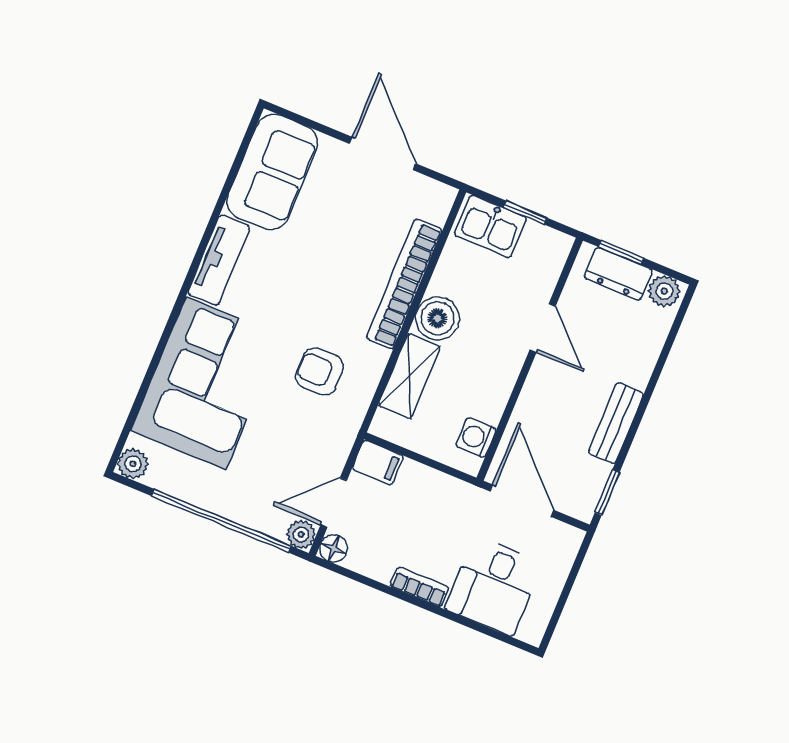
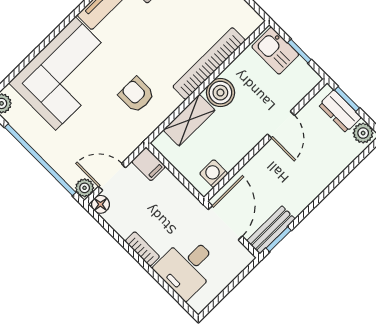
bench: (616, 423) -> (271, 230), moved

